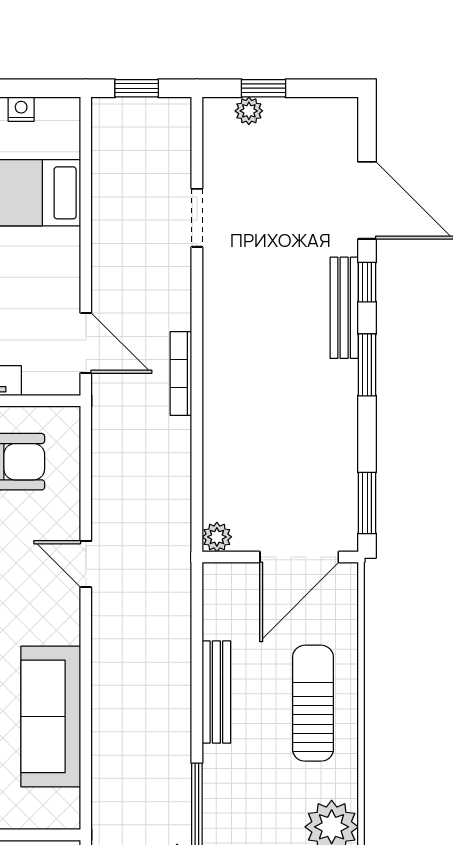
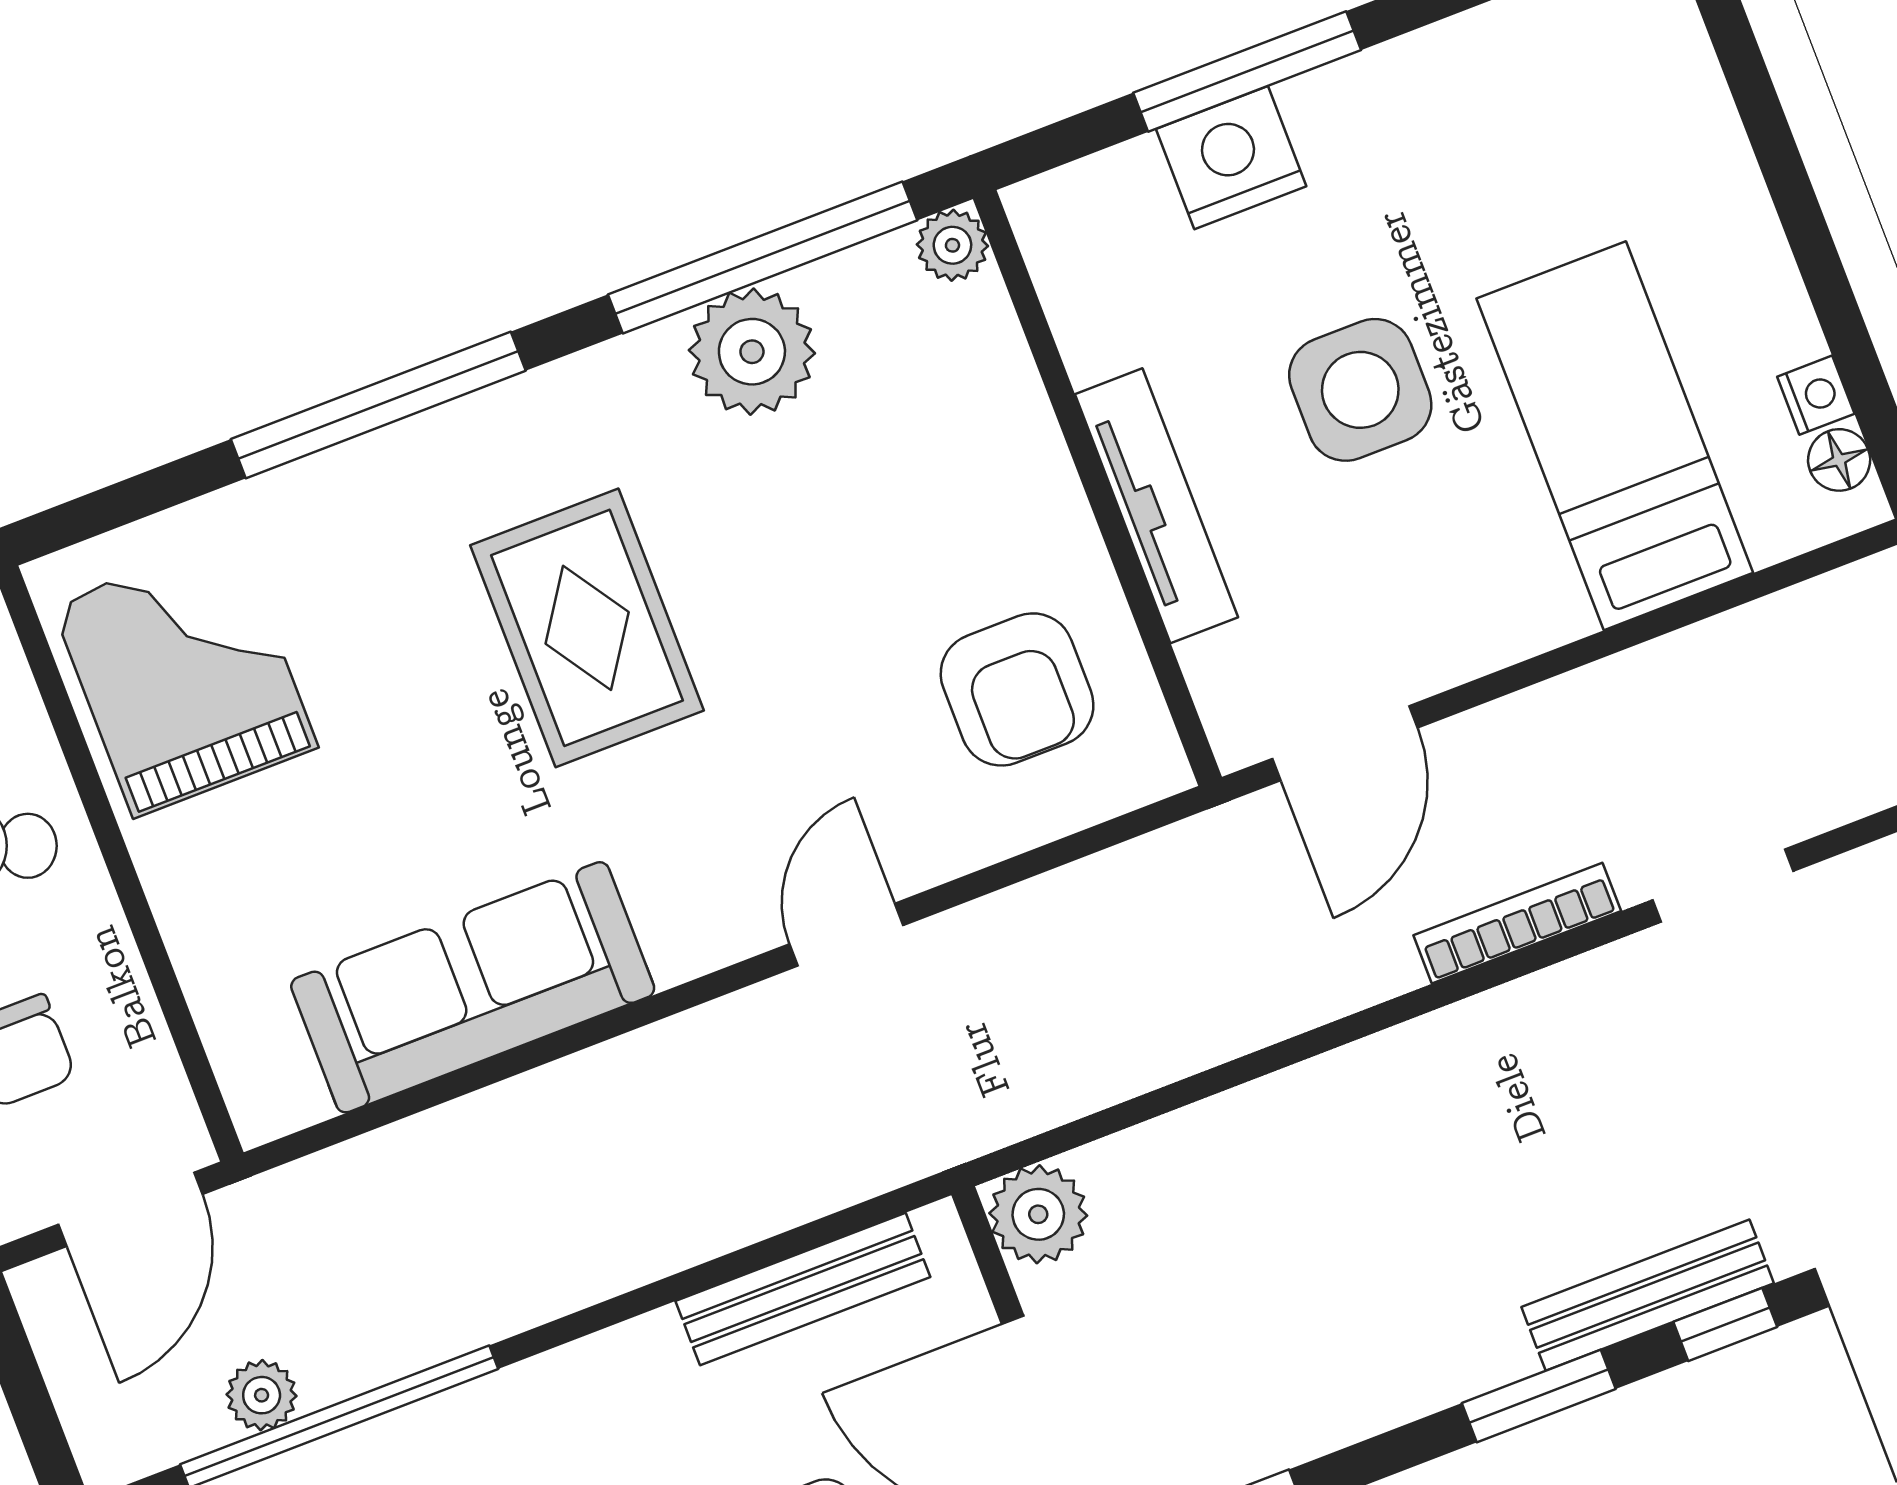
floor lamp: (50, 110) -> (1839, 460), added
bookcase: (181, 374) -> (1517, 923), moved
plant: (217, 537) -> (1038, 1214), width x1.38, depth x1.38
bench: (216, 692) -> (803, 1289), moved

